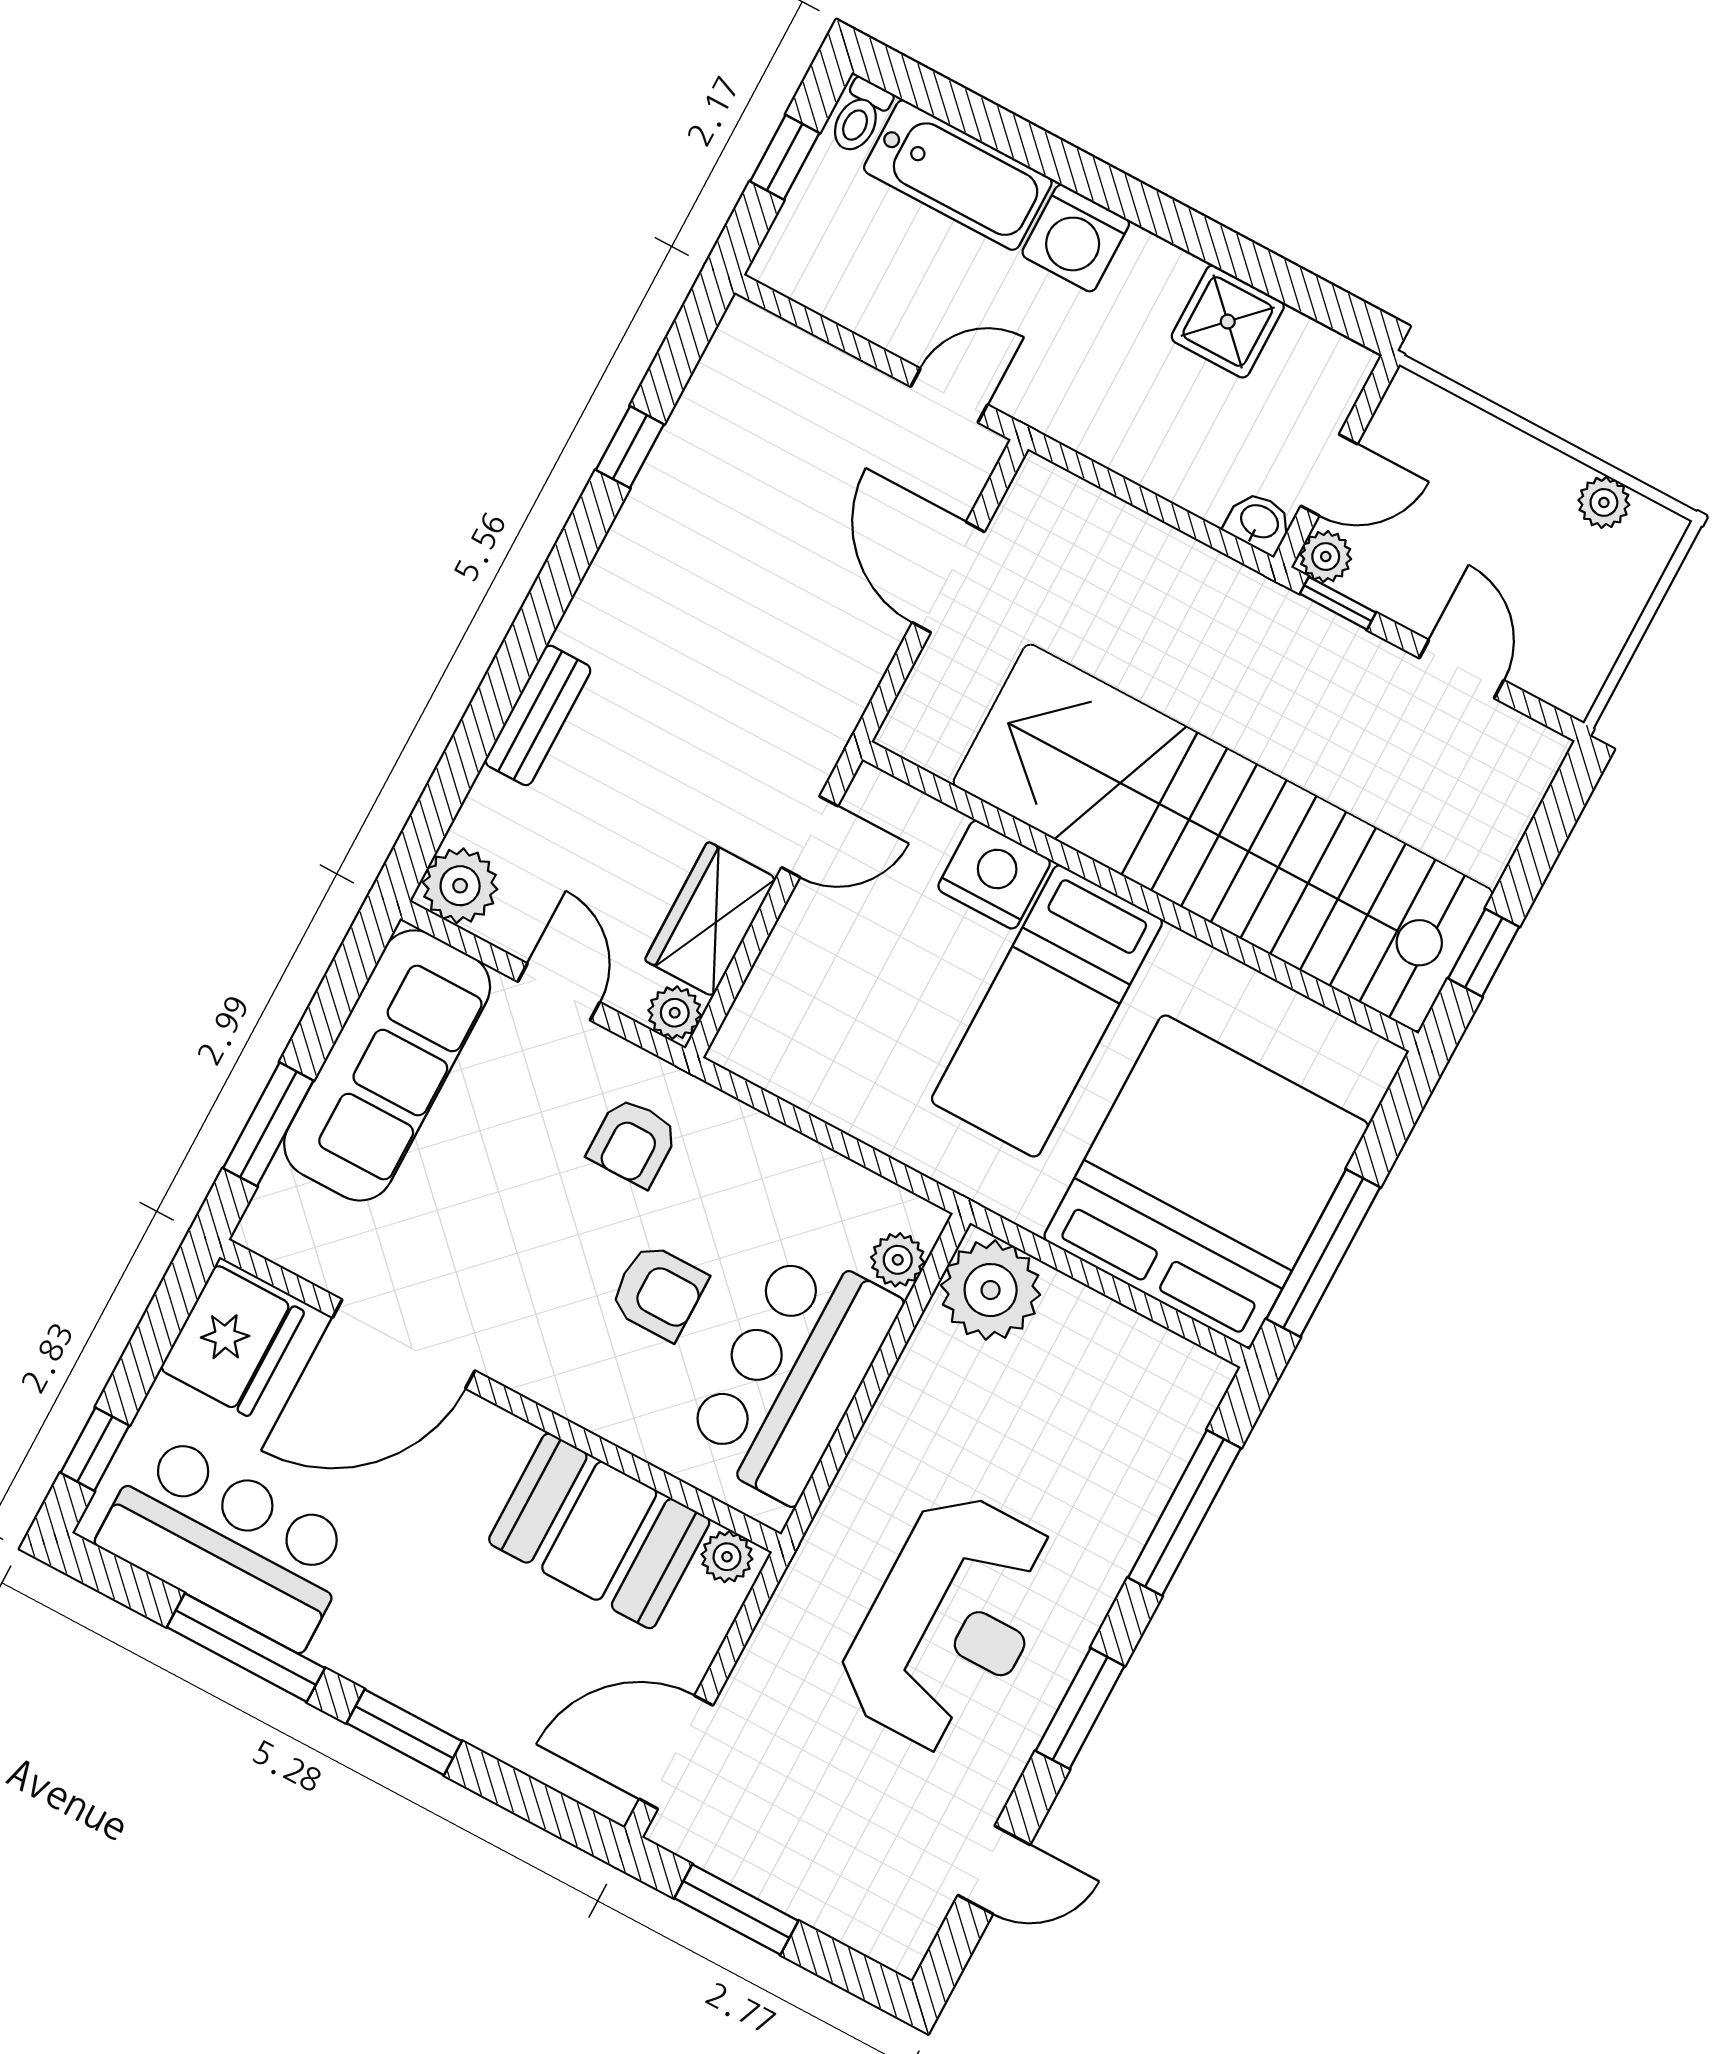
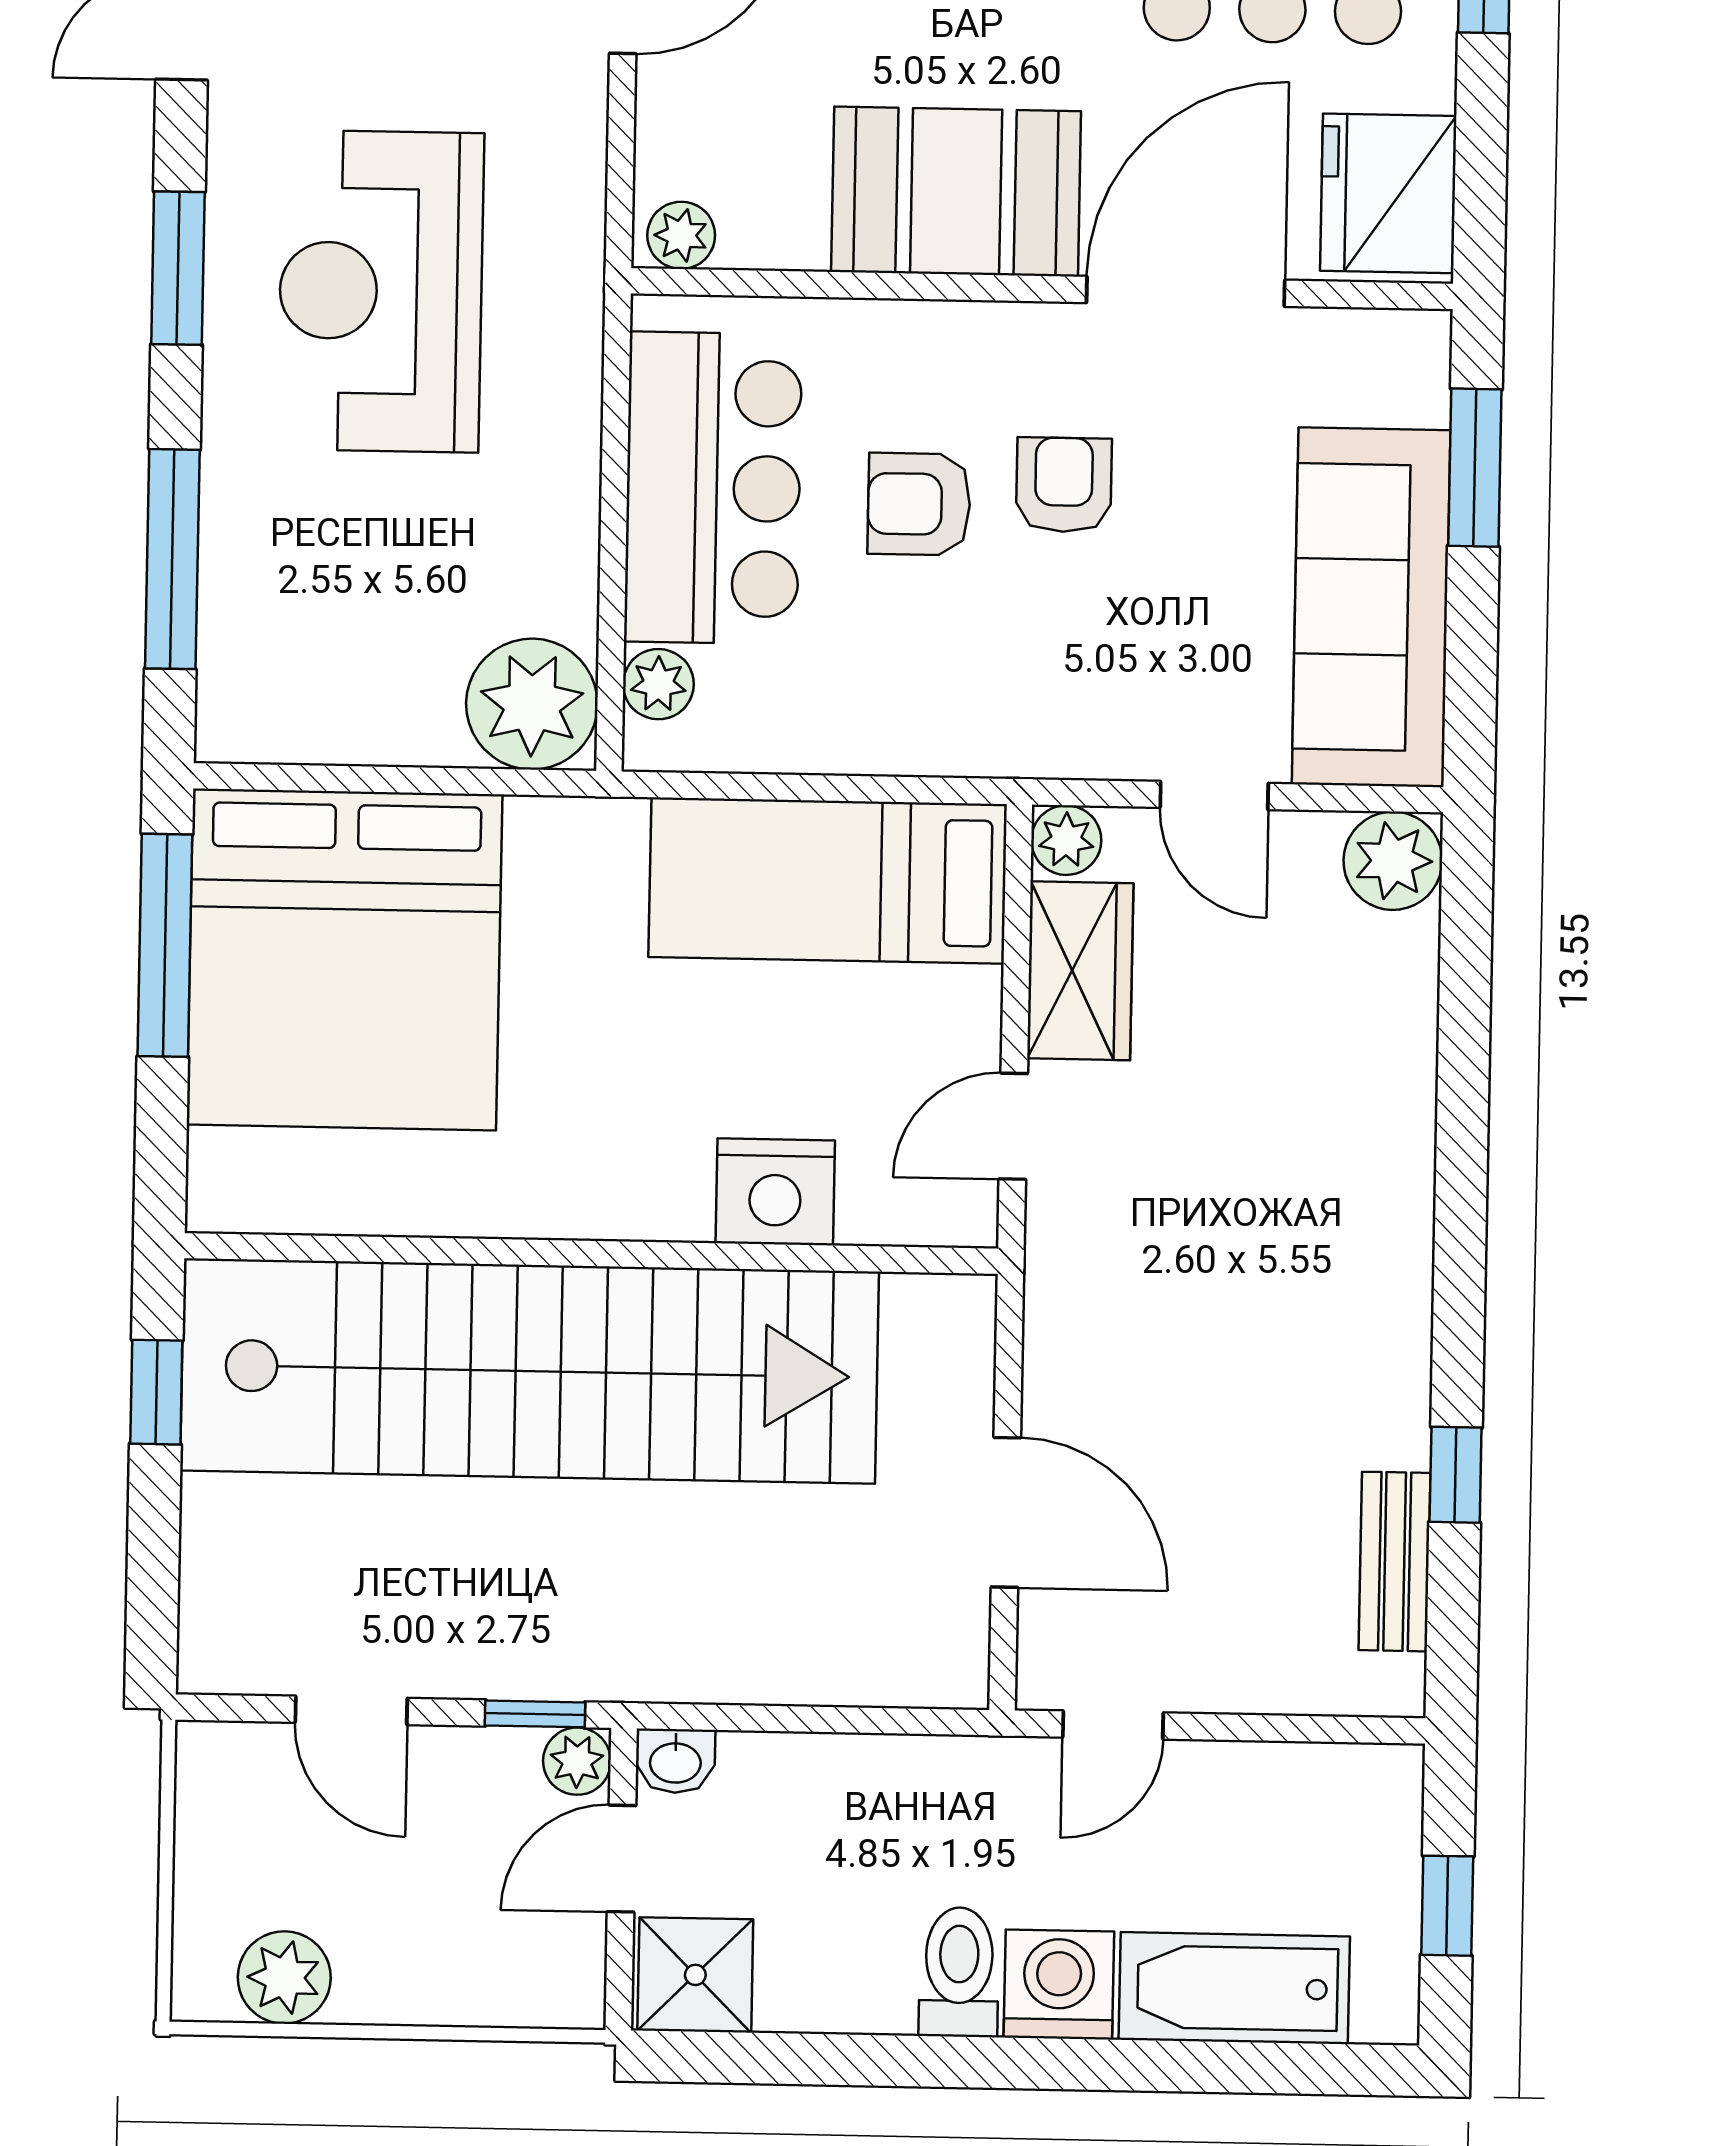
toilet: (860, 116) -> (959, 1972), moved, width x1.37, depth x1.39
shower: (1228, 322) -> (695, 1975), moved
plant: (1604, 502) -> (284, 1977), width x1.38, depth x1.38
bench: (538, 715) -> (1395, 1562), moved
bed: (1047, 1011) -> (828, 881), moved, turned -90
armchair: (633, 1142) -> (1064, 485), moved
booth: (599, 1531) -> (956, 192), moved

